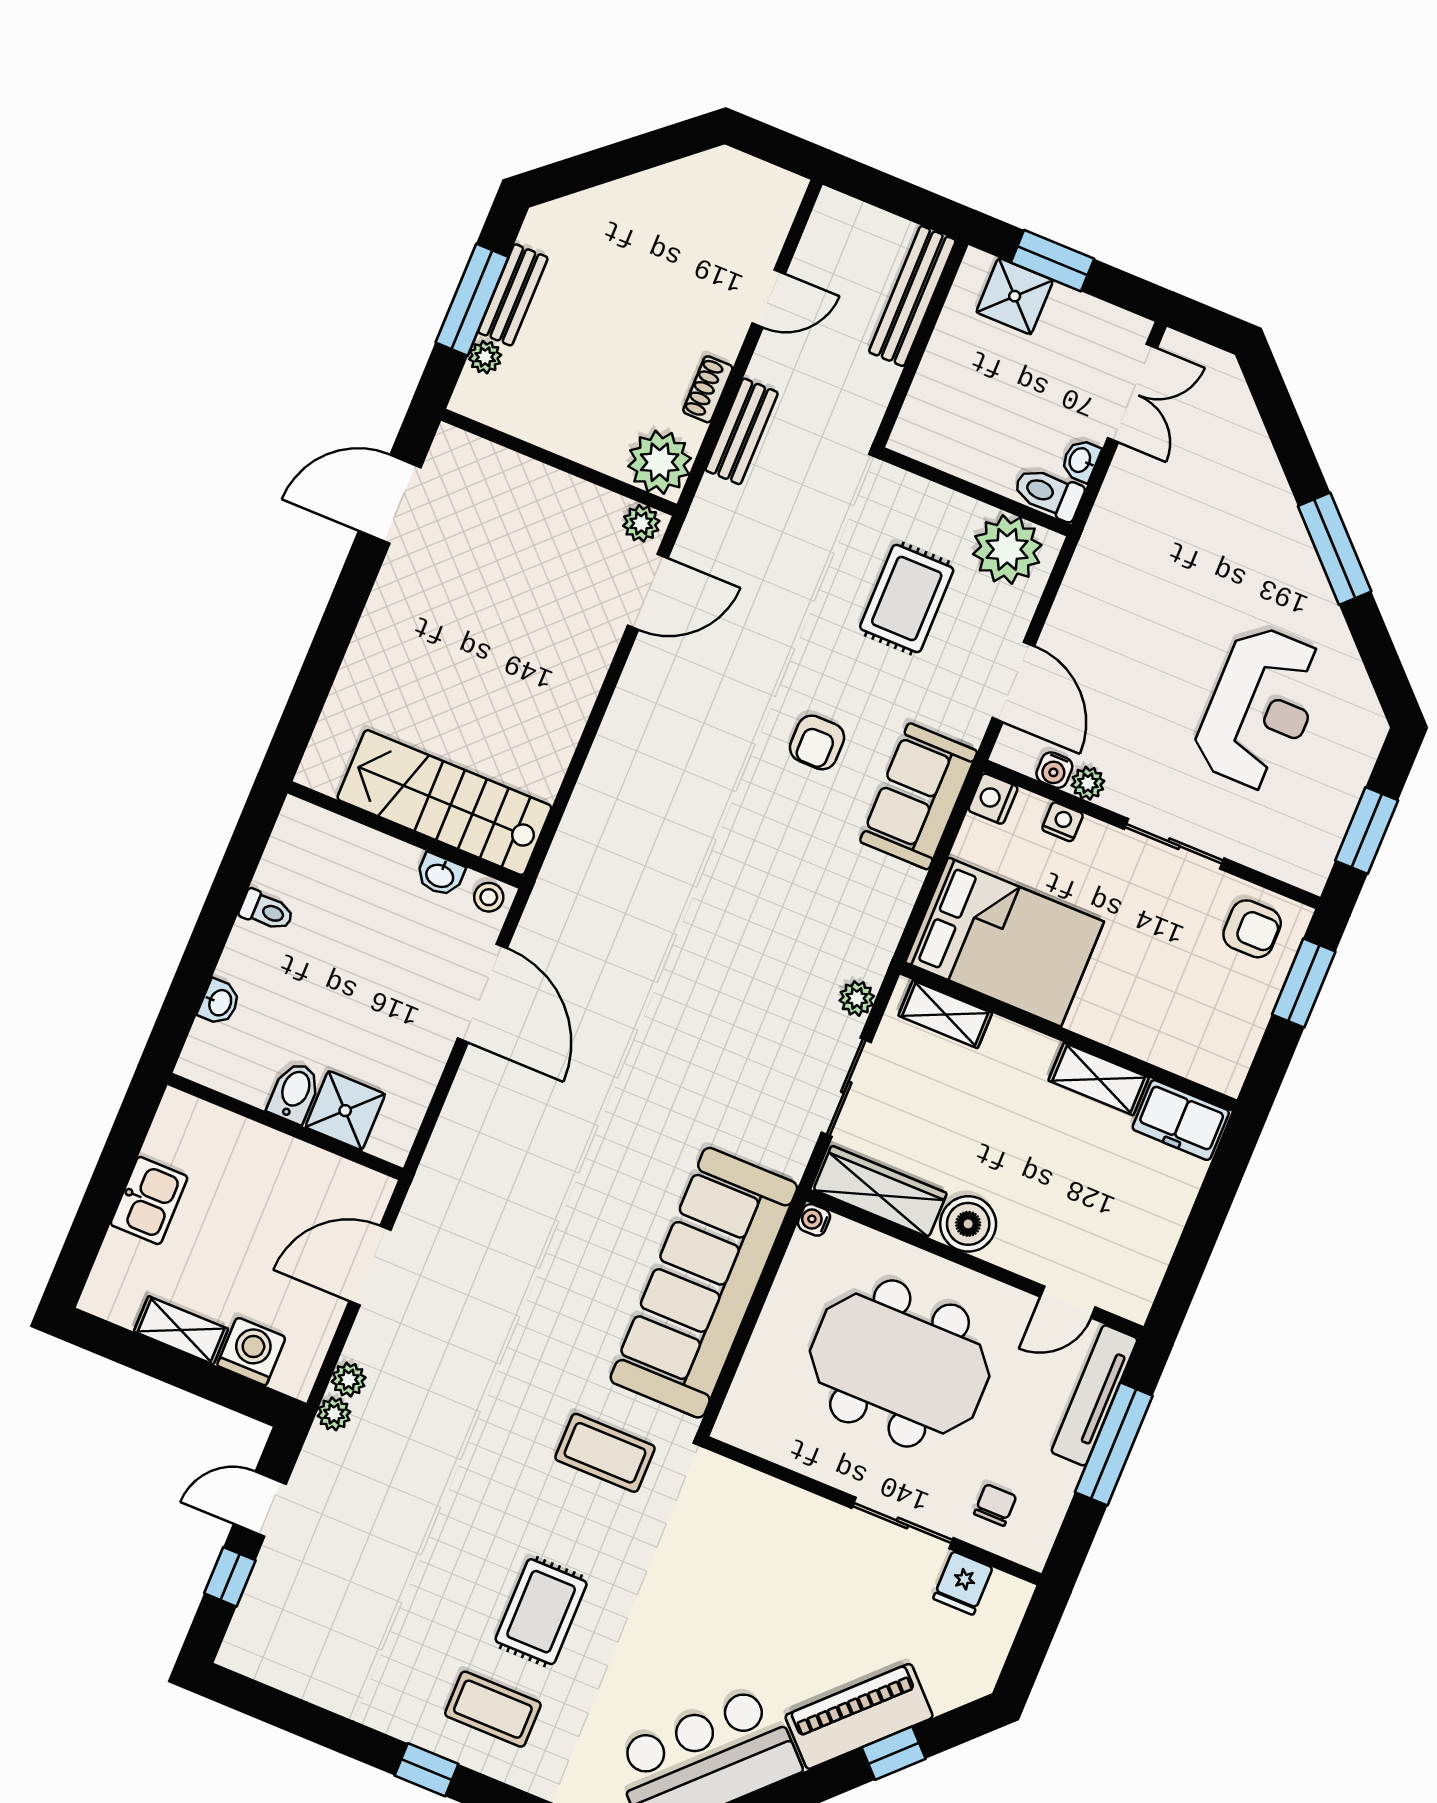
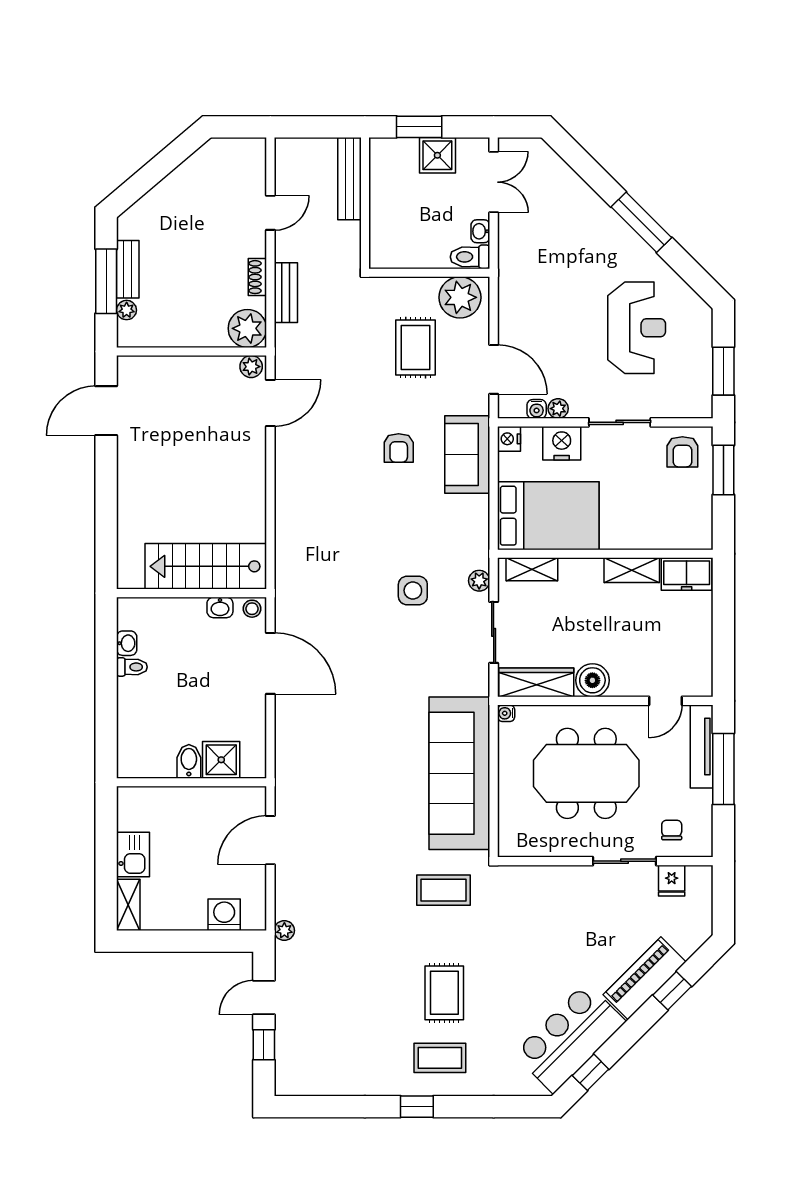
shower: (1015, 296) -> (437, 155), moved
nightstand: (1062, 822) -> (562, 443), width x1.89, depth x1.79
armchair: (1252, 929) -> (682, 452), turned 90
side table: (748, 971) -> (413, 590), added
washbasin: (219, 1002) -> (127, 643), moved
shelving: (181, 1330) -> (128, 905), moved, turned 90
plant: (349, 1380) -> (285, 908), removed

